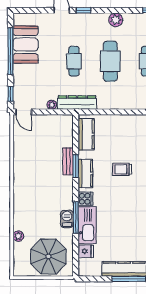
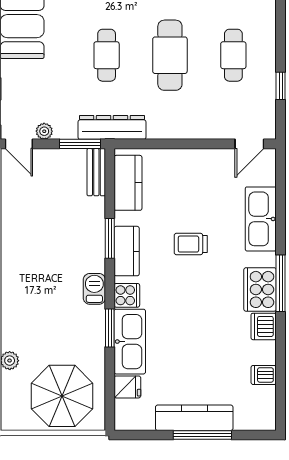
plant: (52, 105) -> (44, 131), moved
window: (59, 112) -> (80, 144), added
bench: (68, 161) -> (96, 172), moved
window: (76, 218) -> (110, 328), width x0.69
barbecue: (67, 219) -> (94, 289), moved

